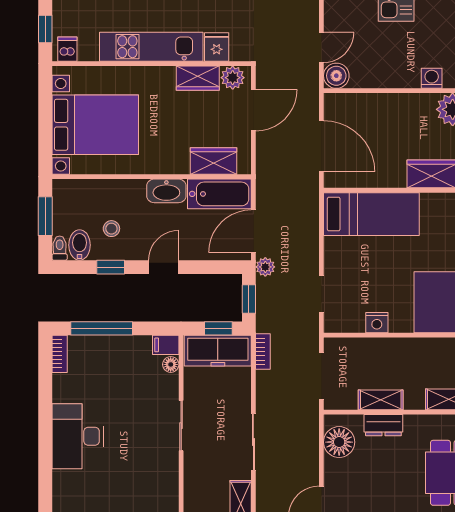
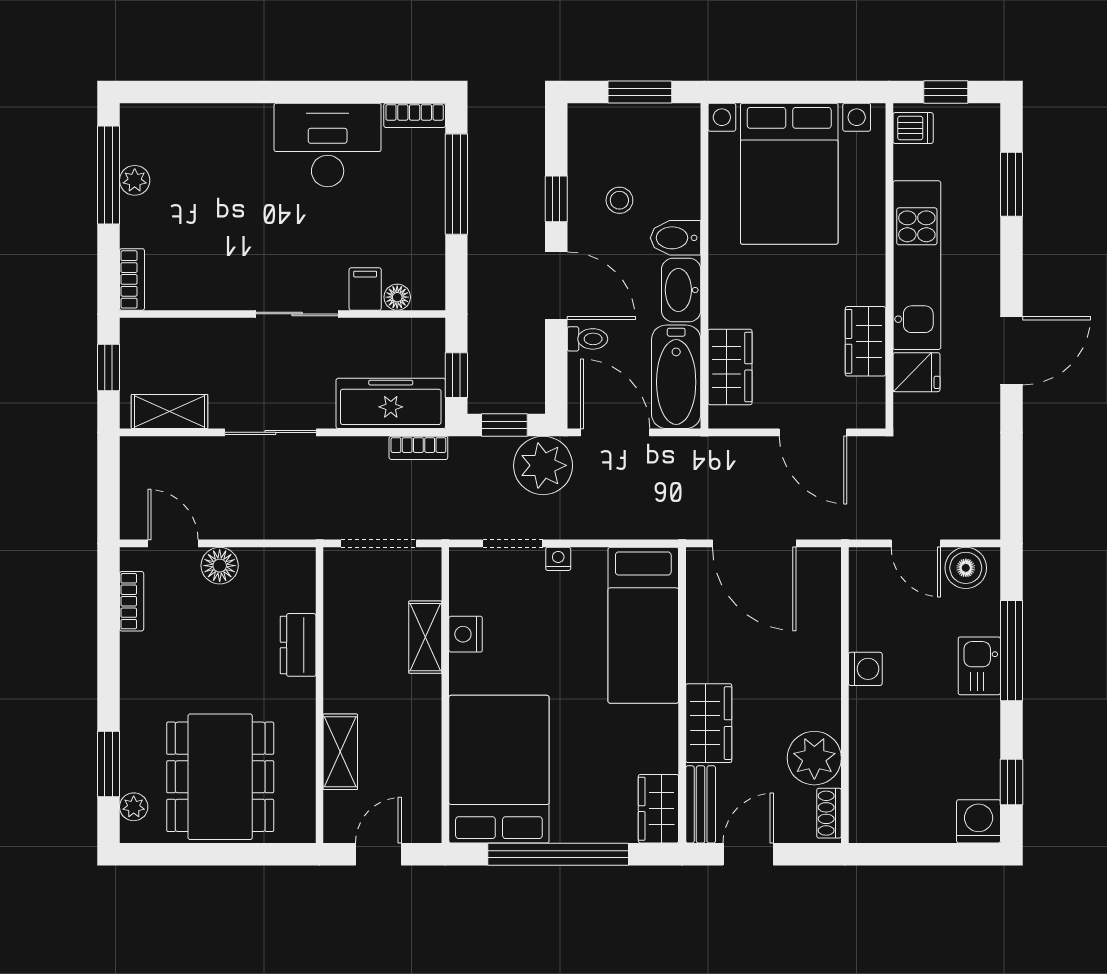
boiler: (336, 76) -> (966, 568), moved
plant: (233, 78) -> (866, 398), removed
washing machine: (432, 78) -> (865, 669), moved
door: (321, 146) -> (754, 543), hinge flipped
bidet: (80, 245) -> (676, 238), moved, turned 180
toilet: (60, 248) -> (587, 339), moved
nightstand: (331, 266) -> (558, 559), added
door: (164, 267) -> (556, 286), width x1.38
plant: (265, 267) -> (543, 465), width x1.87, depth x1.87
filing cabinet: (166, 345) -> (365, 289), moved
freezer: (218, 351) -> (391, 403), moved, turned 90
shelving: (381, 400) -> (425, 637), moved
desk: (78, 436) -> (328, 145), moved
floor lamp: (339, 442) -> (220, 566), moved, width x0.73, depth x0.73

